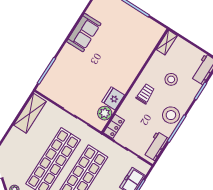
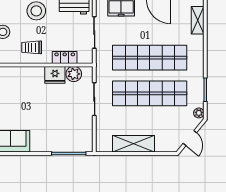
shelving: (30, 113) -> (134, 144), moved
locker: (114, 126) -> (65, 57), moved

